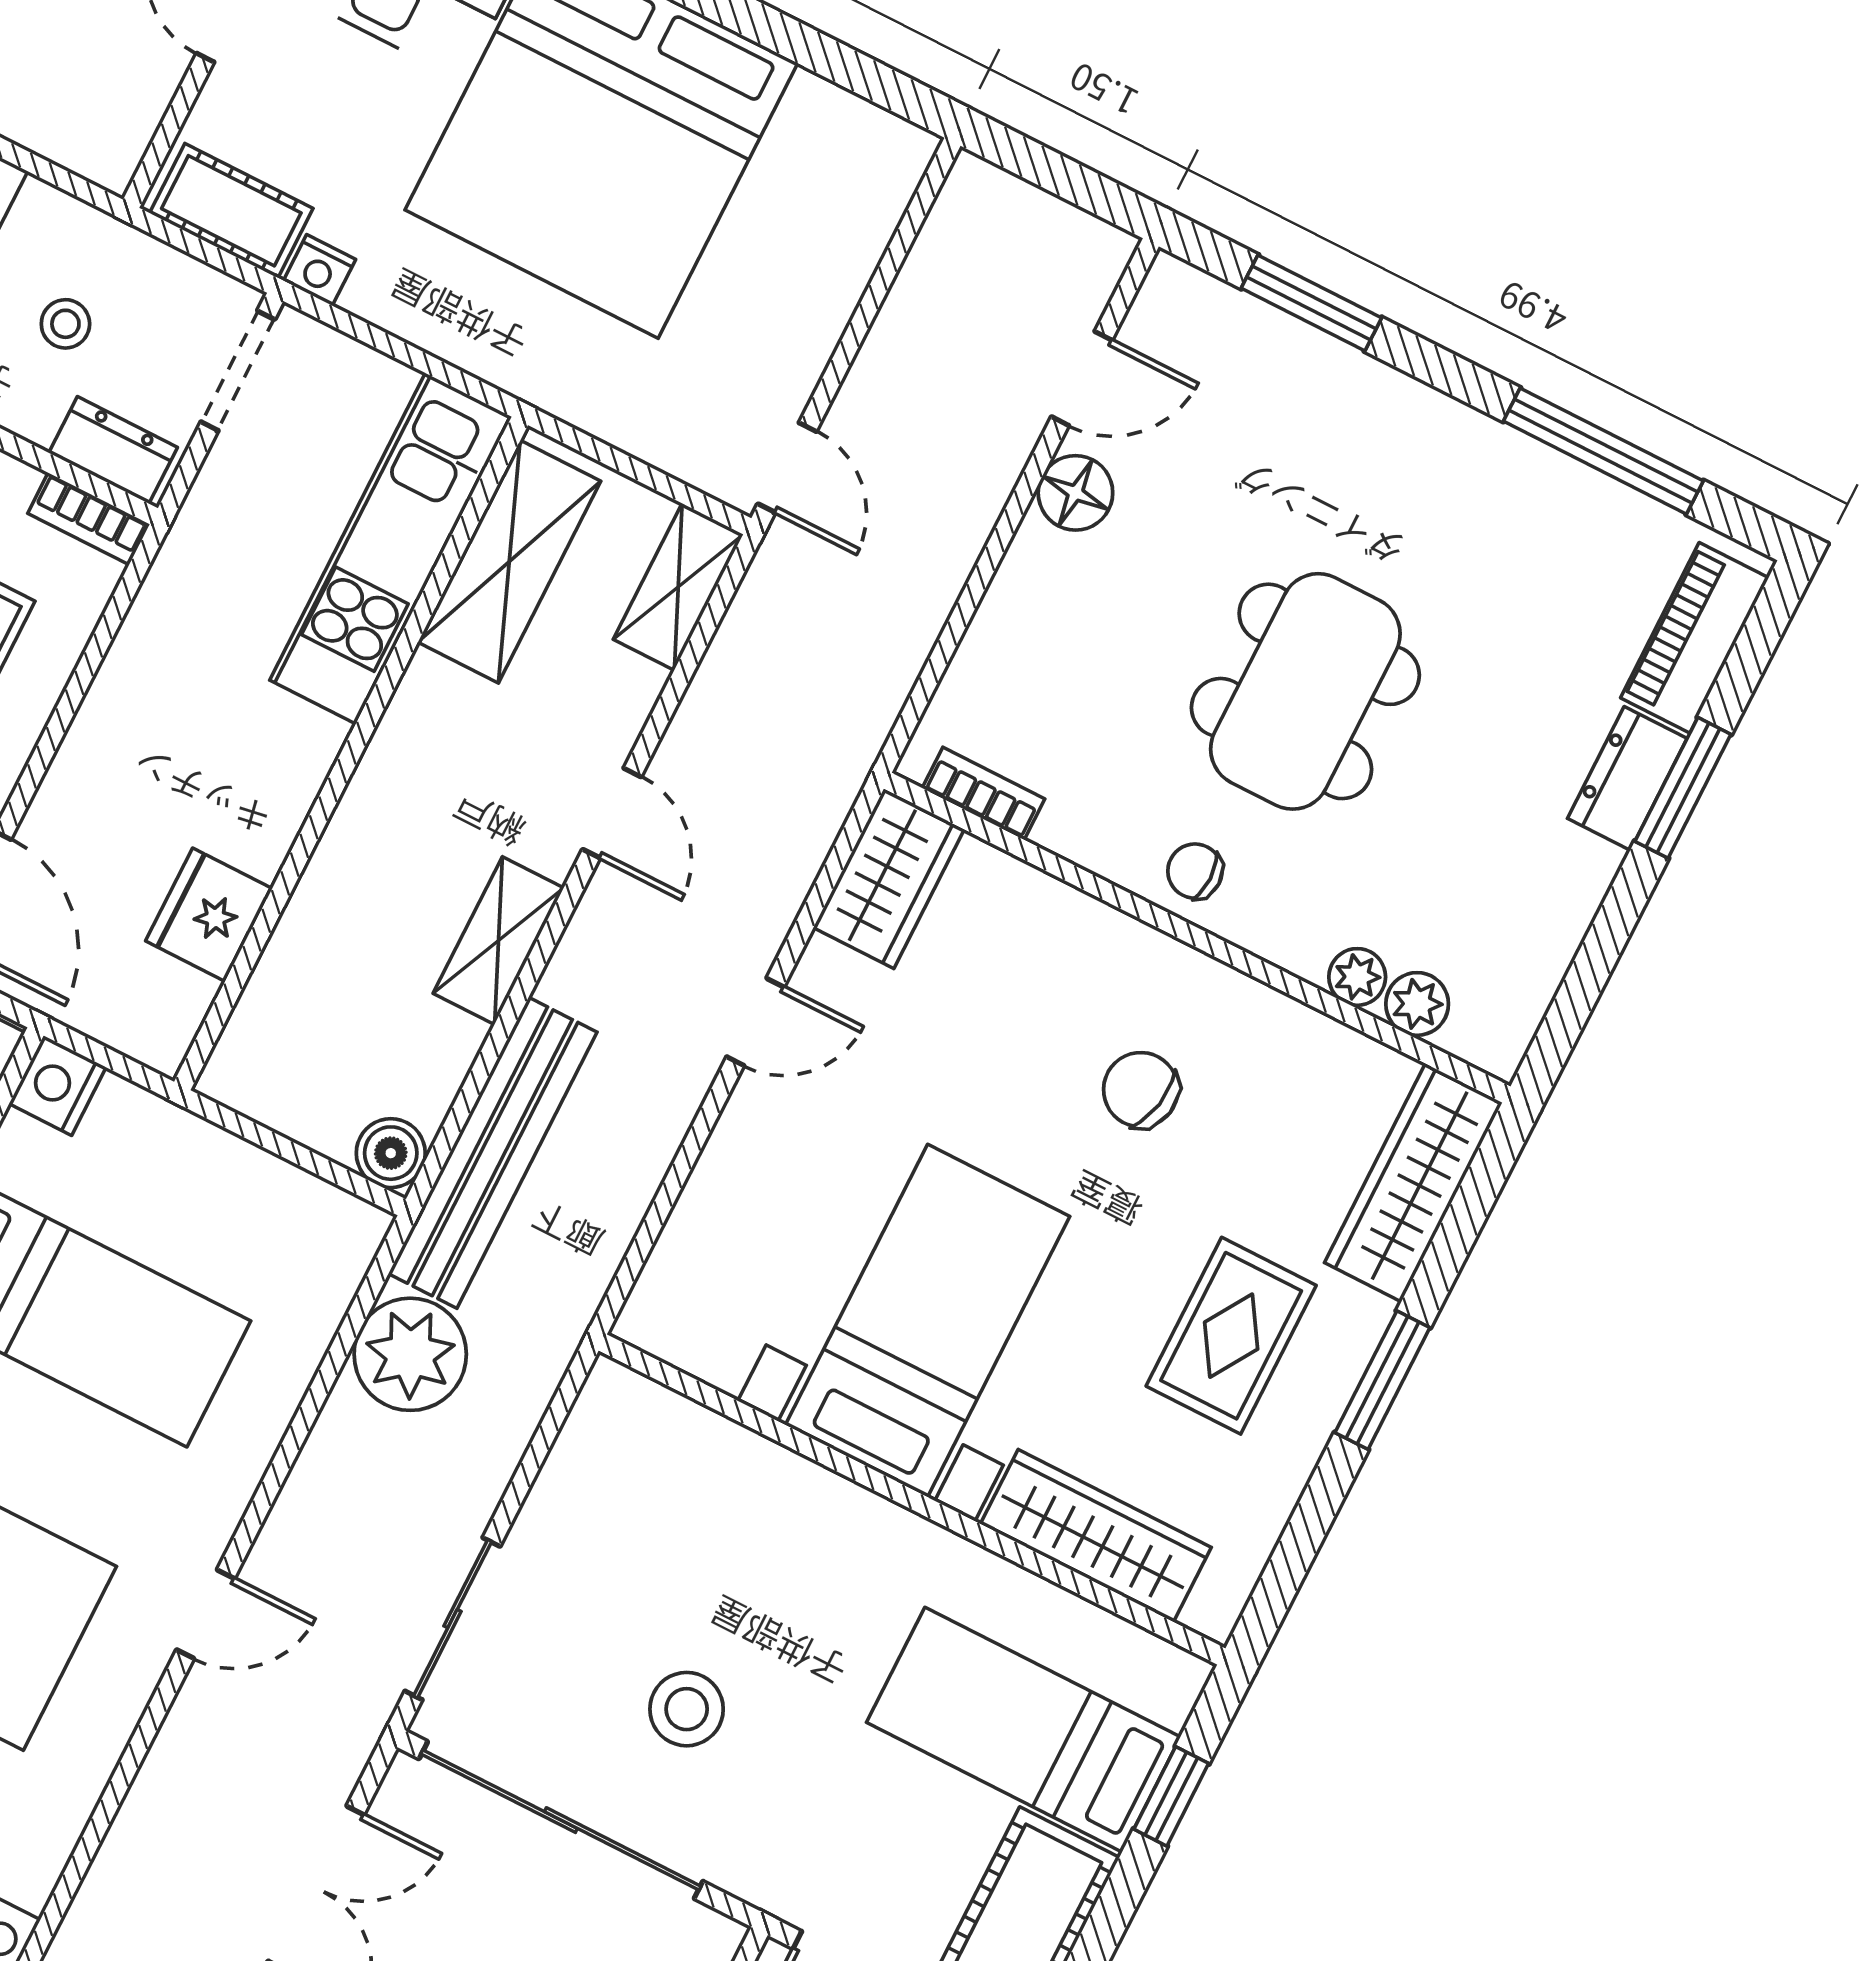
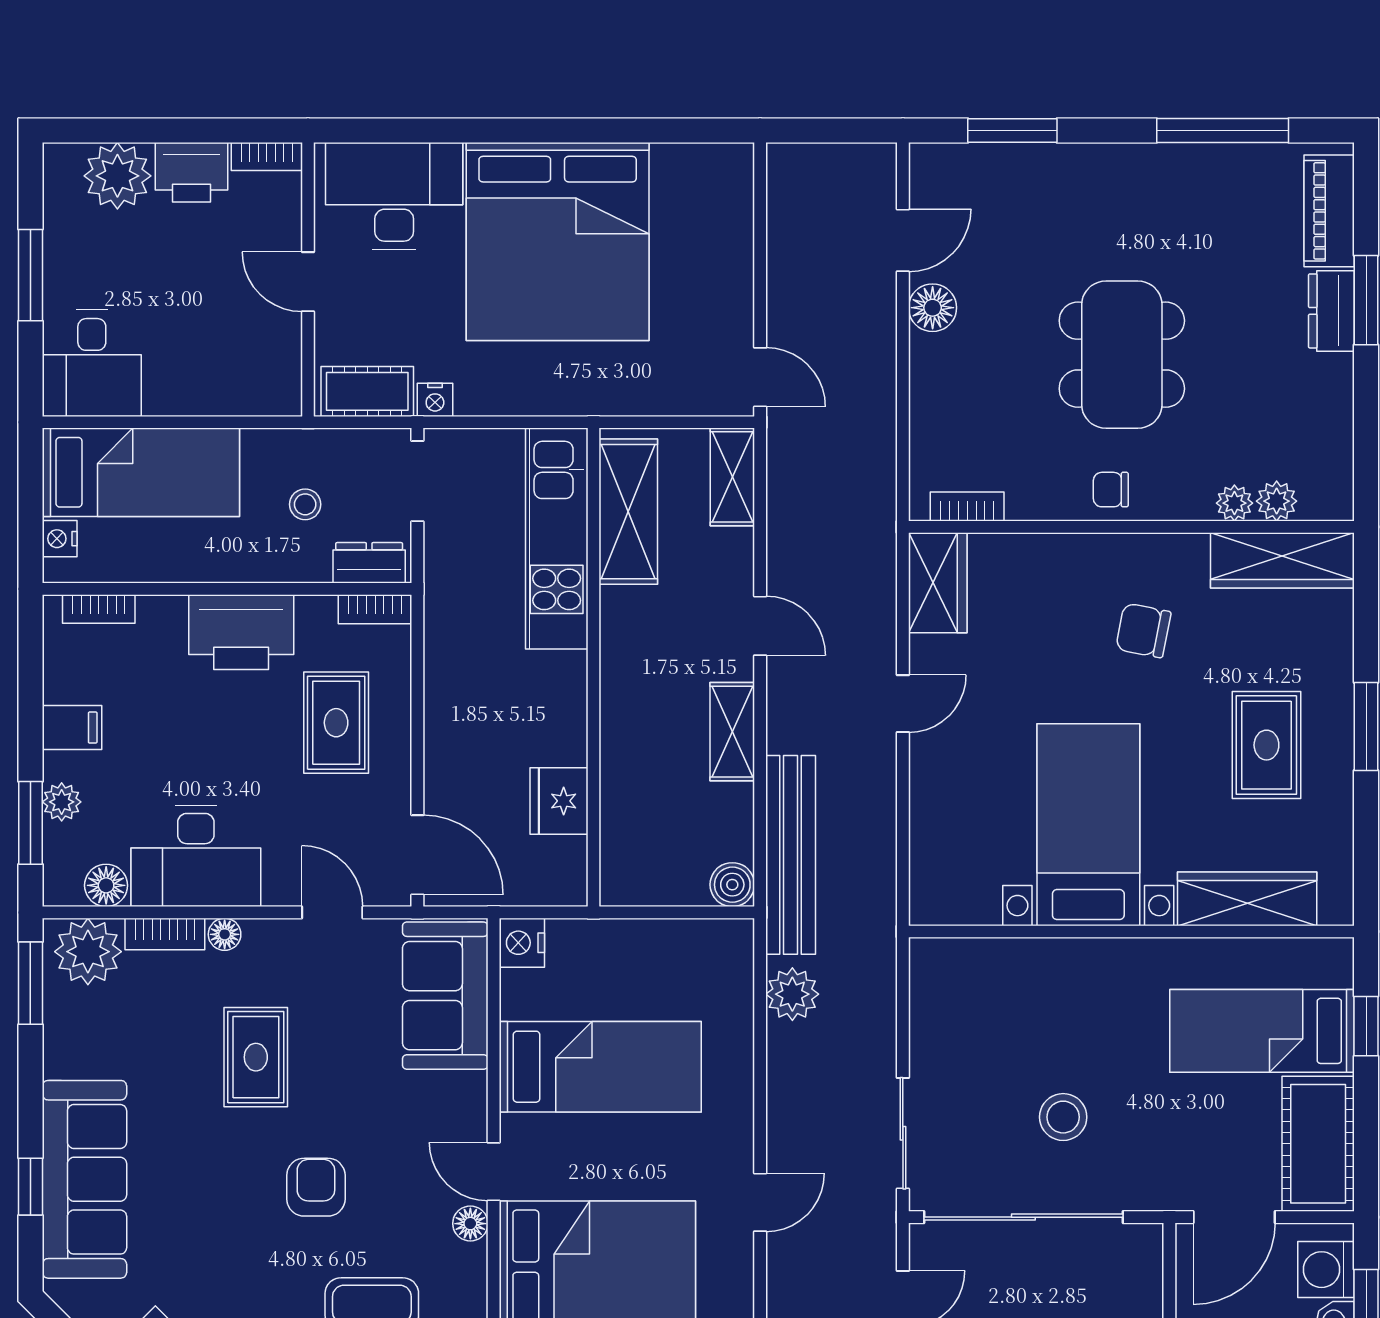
wardrobe: (1413, 1183) -> (1282, 560), moved, turned -90
plant: (410, 1354) -> (792, 994), width x0.73, depth x0.73

